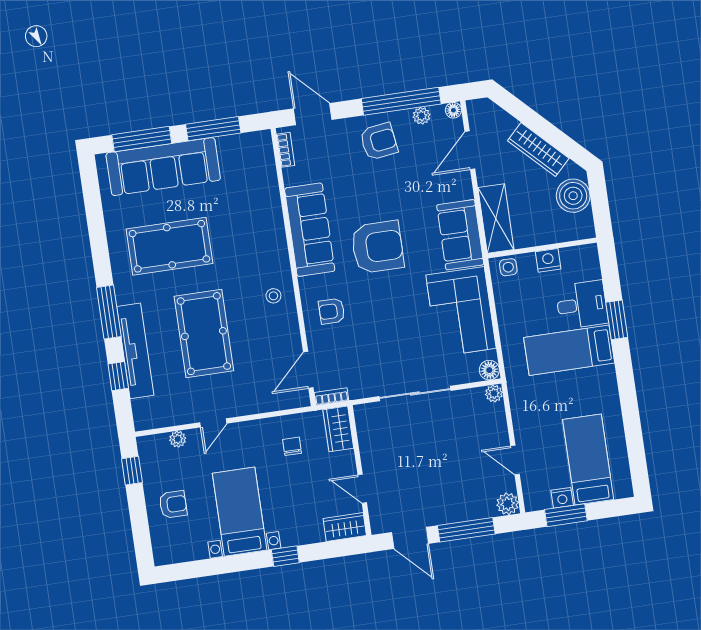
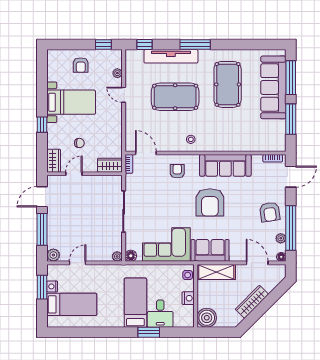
boiler: (573, 196) -> (207, 318), moved
window: (118, 376) -> (145, 45), moved
chair: (292, 446) -> (79, 143), moved

